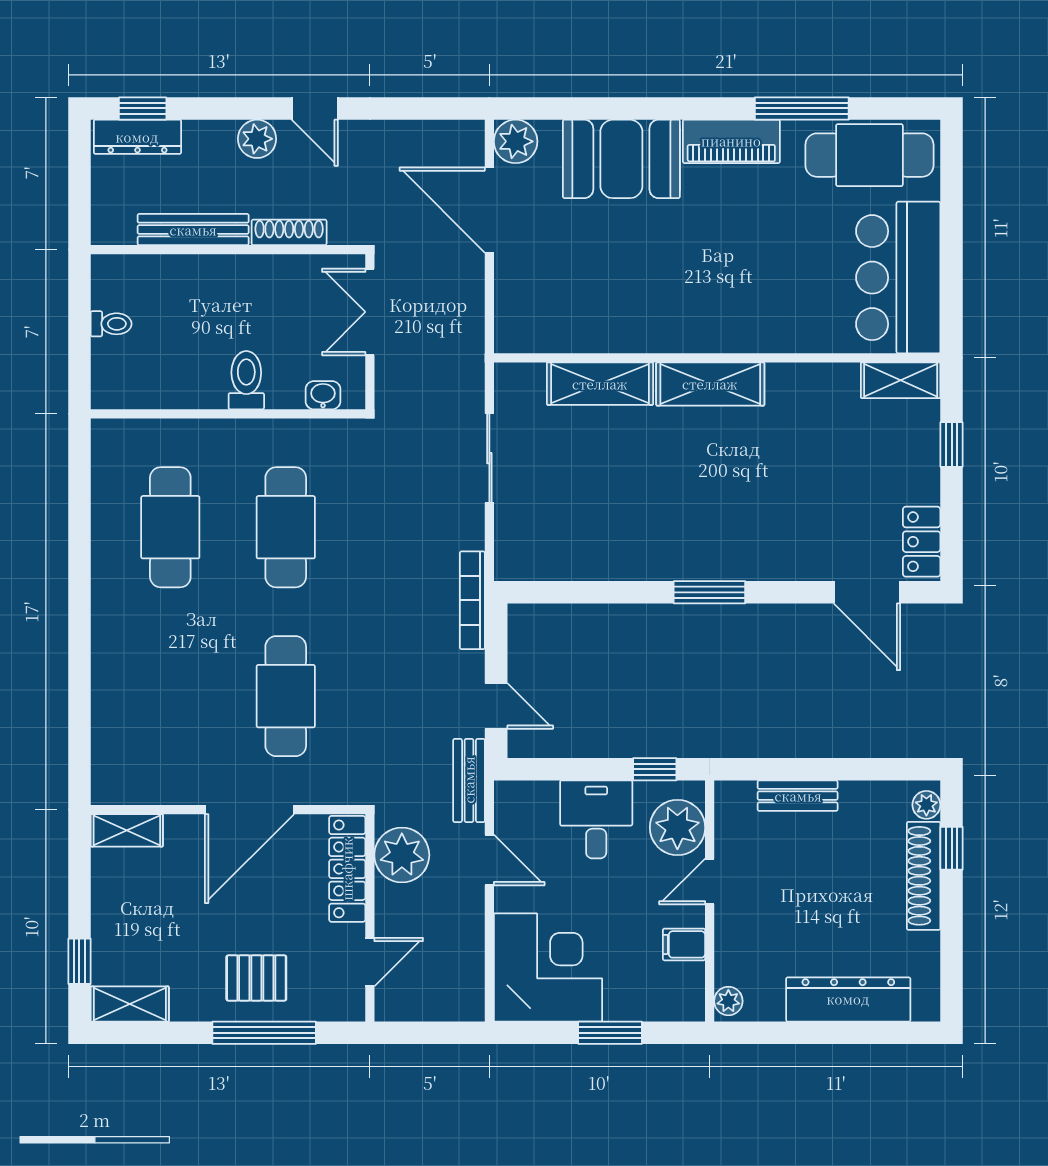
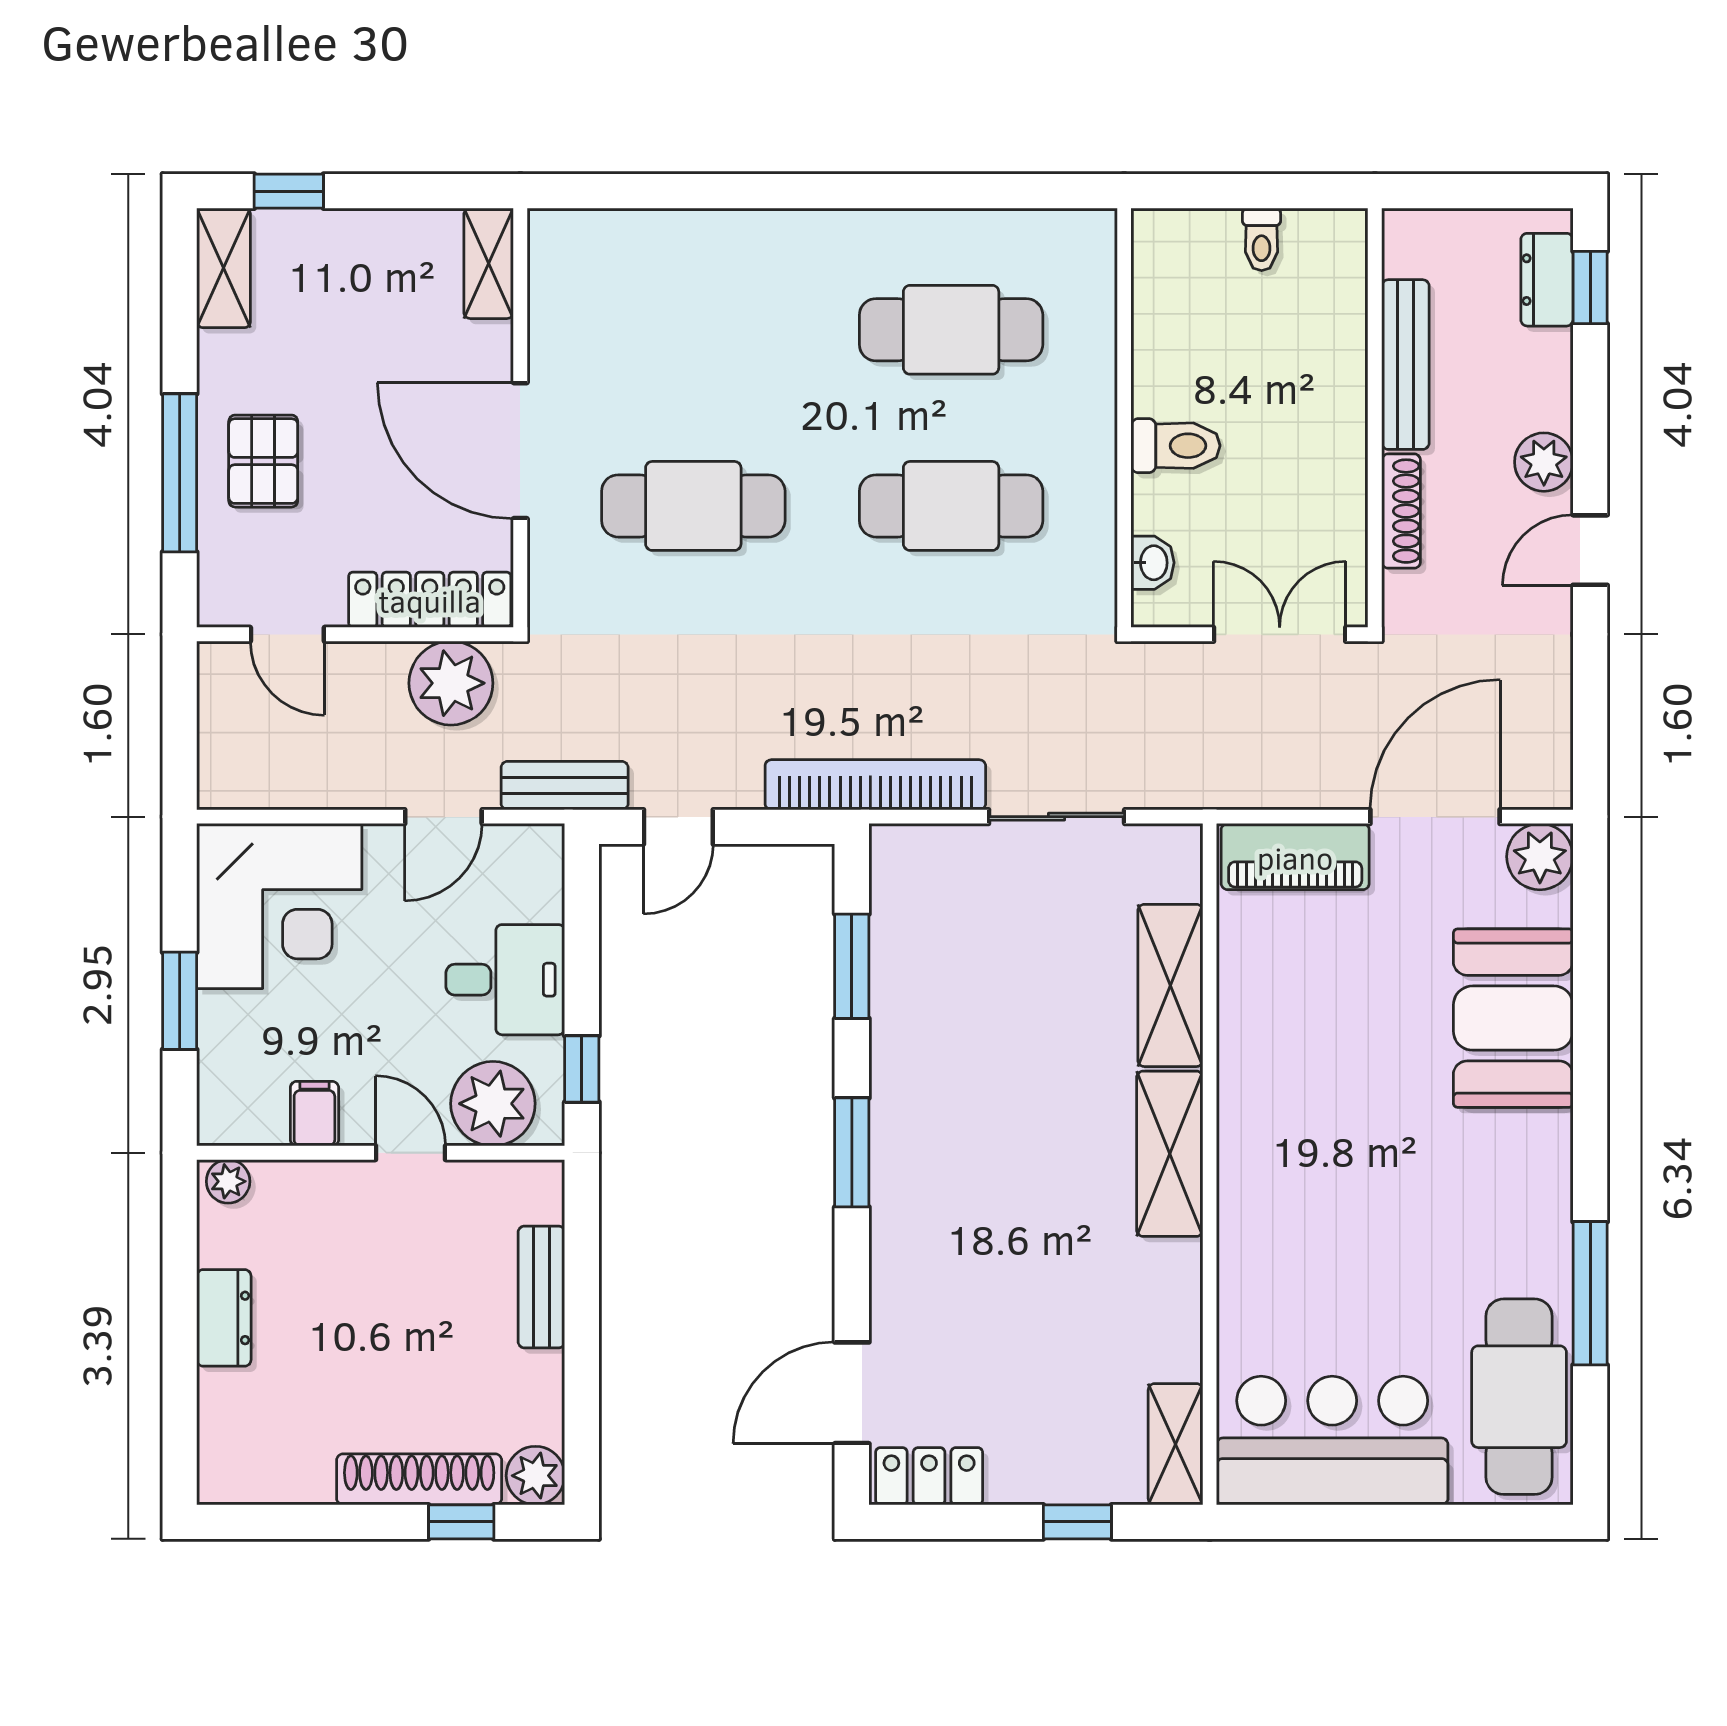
dresser: (137, 137) -> (1547, 280), width x0.70
piano: (731, 141) -> (1295, 857), moved, turned -90
window: (587, 592) -> (852, 966), added
bookcase: (472, 600) -> (875, 785), width x1.48, depth x1.31
plant: (926, 805) -> (535, 1476), width x1.38, depth x1.38
dresser: (848, 999) -> (224, 1318), width x0.51, depth x0.80

